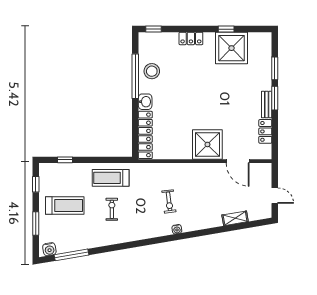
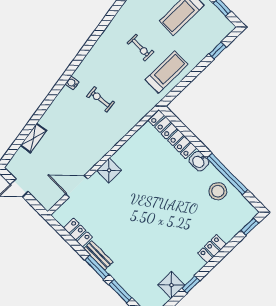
shower: (232, 48) -> (171, 285), width x0.54, depth x0.54
shower: (207, 144) -> (109, 170), width x0.54, depth x0.54

